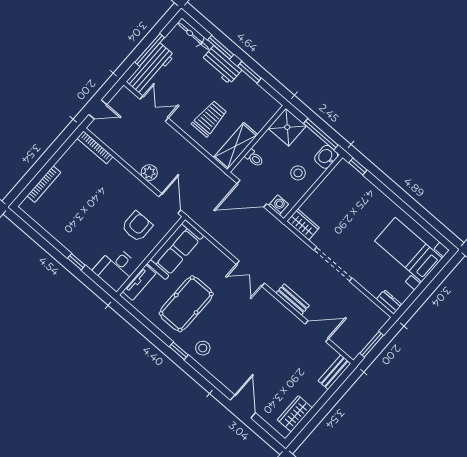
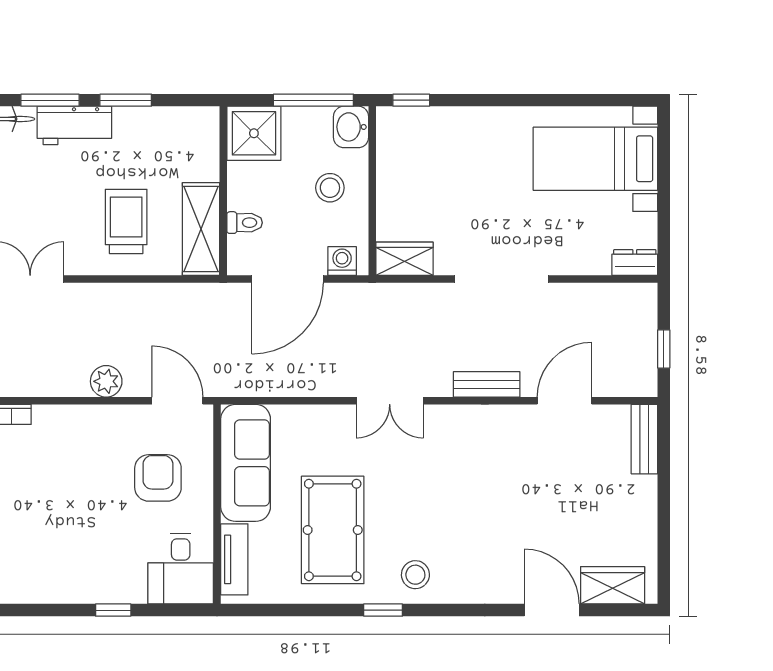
window: (372, 344) -> (664, 349), width x0.67
wardrobe: (295, 414) -> (613, 585), moved, turned 90

